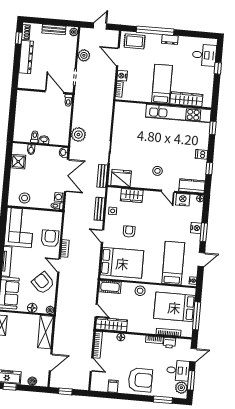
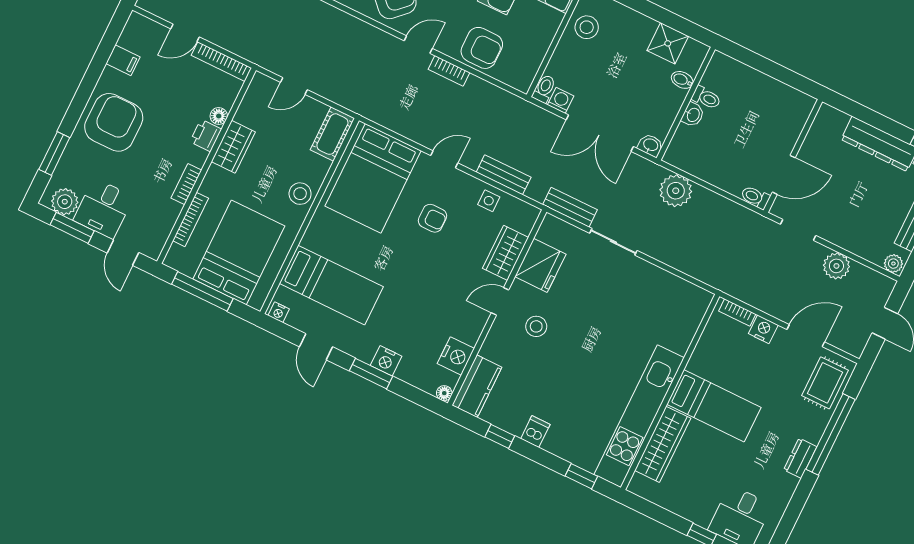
fridge: (121, 178) -> (540, 265), moved
door: (168, 191) -> (500, 301), moved
wardrobe: (112, 325) -> (233, 147), moved, width x0.67
printer: (169, 343) -> (206, 135), moved
armchair: (140, 380) -> (114, 122), turned 180

